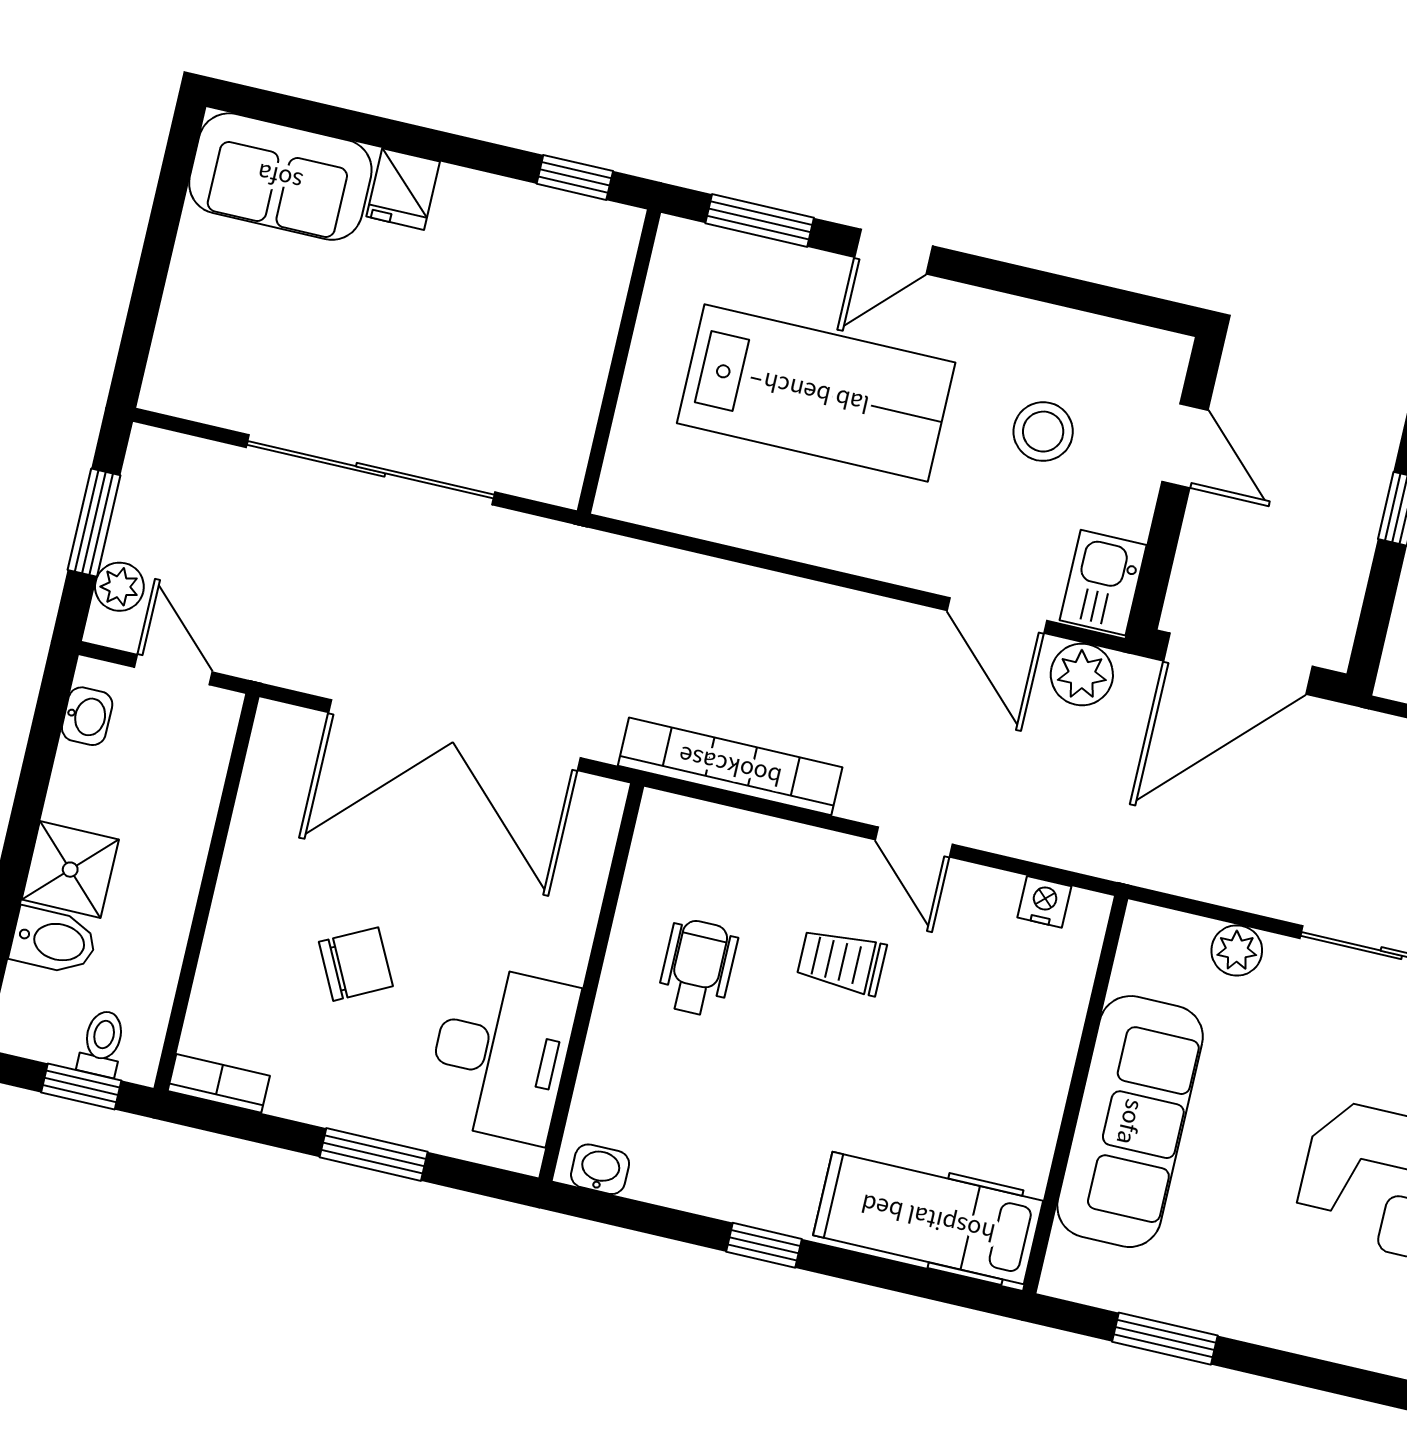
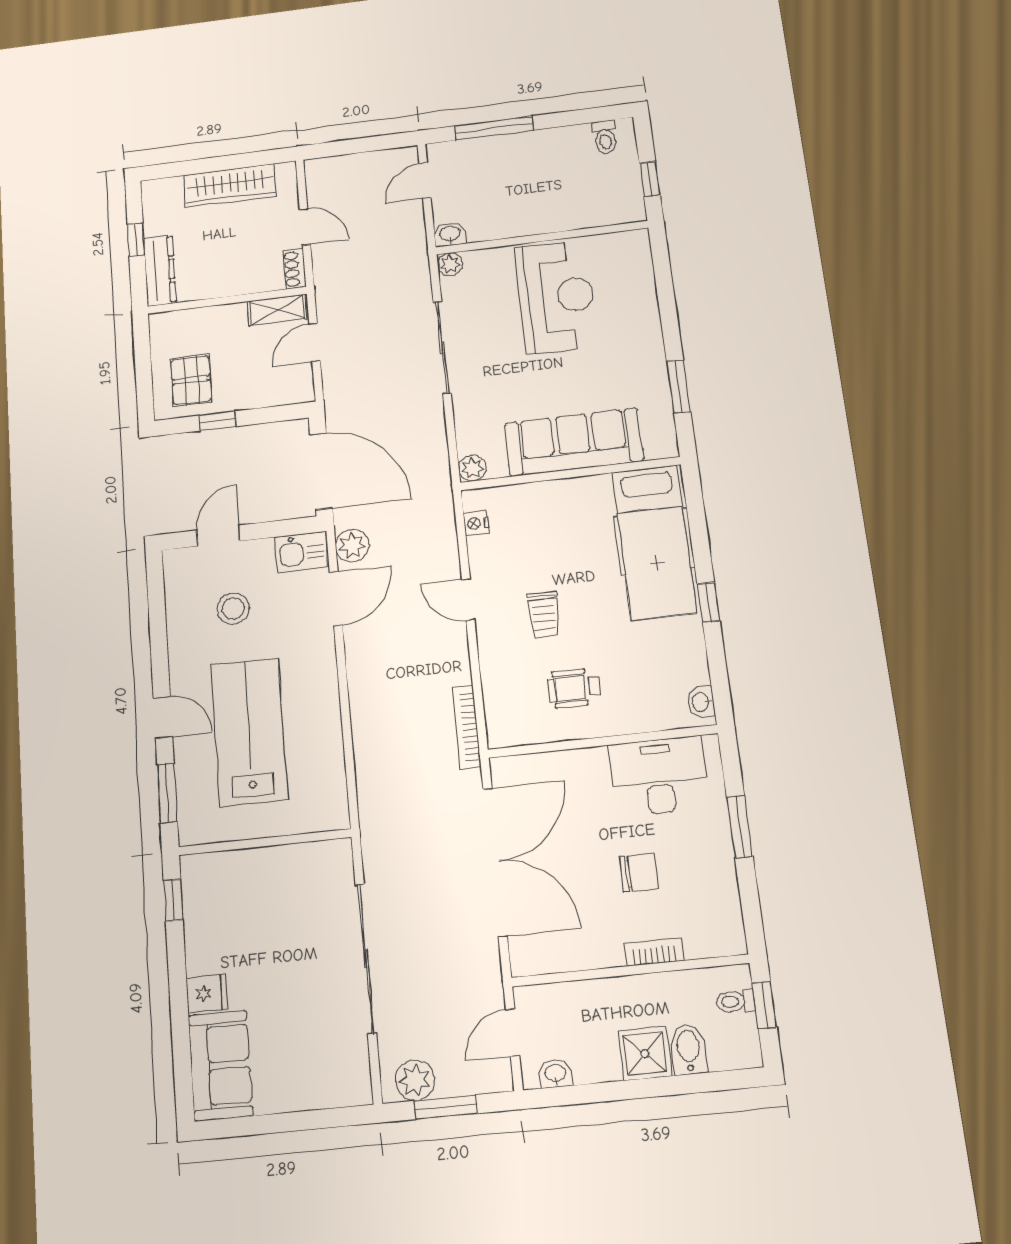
plant: (119, 587) -> (415, 1080), moved, width x1.38, depth x1.38
bookcase: (730, 766) -> (466, 727), width x0.68, depth x0.76
door: (914, 842) -> (468, 600), swing flipped
plant: (1237, 951) -> (472, 468), moved
chair: (356, 964) -> (639, 873), turned 117
bookcase: (219, 1083) -> (654, 952), moved, turned 90
hospital bed: (928, 1218) -> (654, 542), width x1.37, depth x1.29

